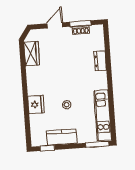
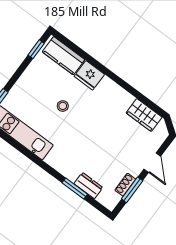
window: (108, 57) -> (75, 189), added
dresser: (100, 61) -> (88, 186), moved
kitchen counter: (62, 137) -> (64, 56), moved, turned 90

